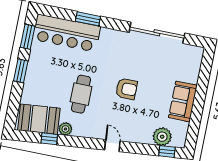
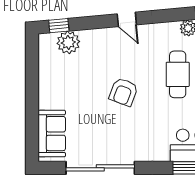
armchair: (126, 89) -> (124, 92), turned -69
sofa: (183, 101) -> (52, 134), moved

